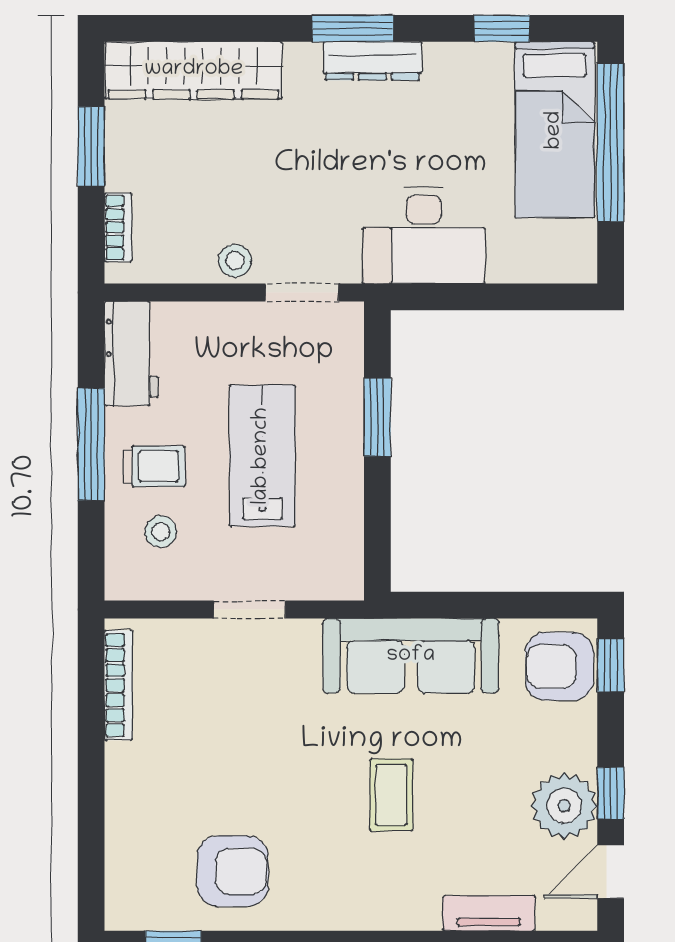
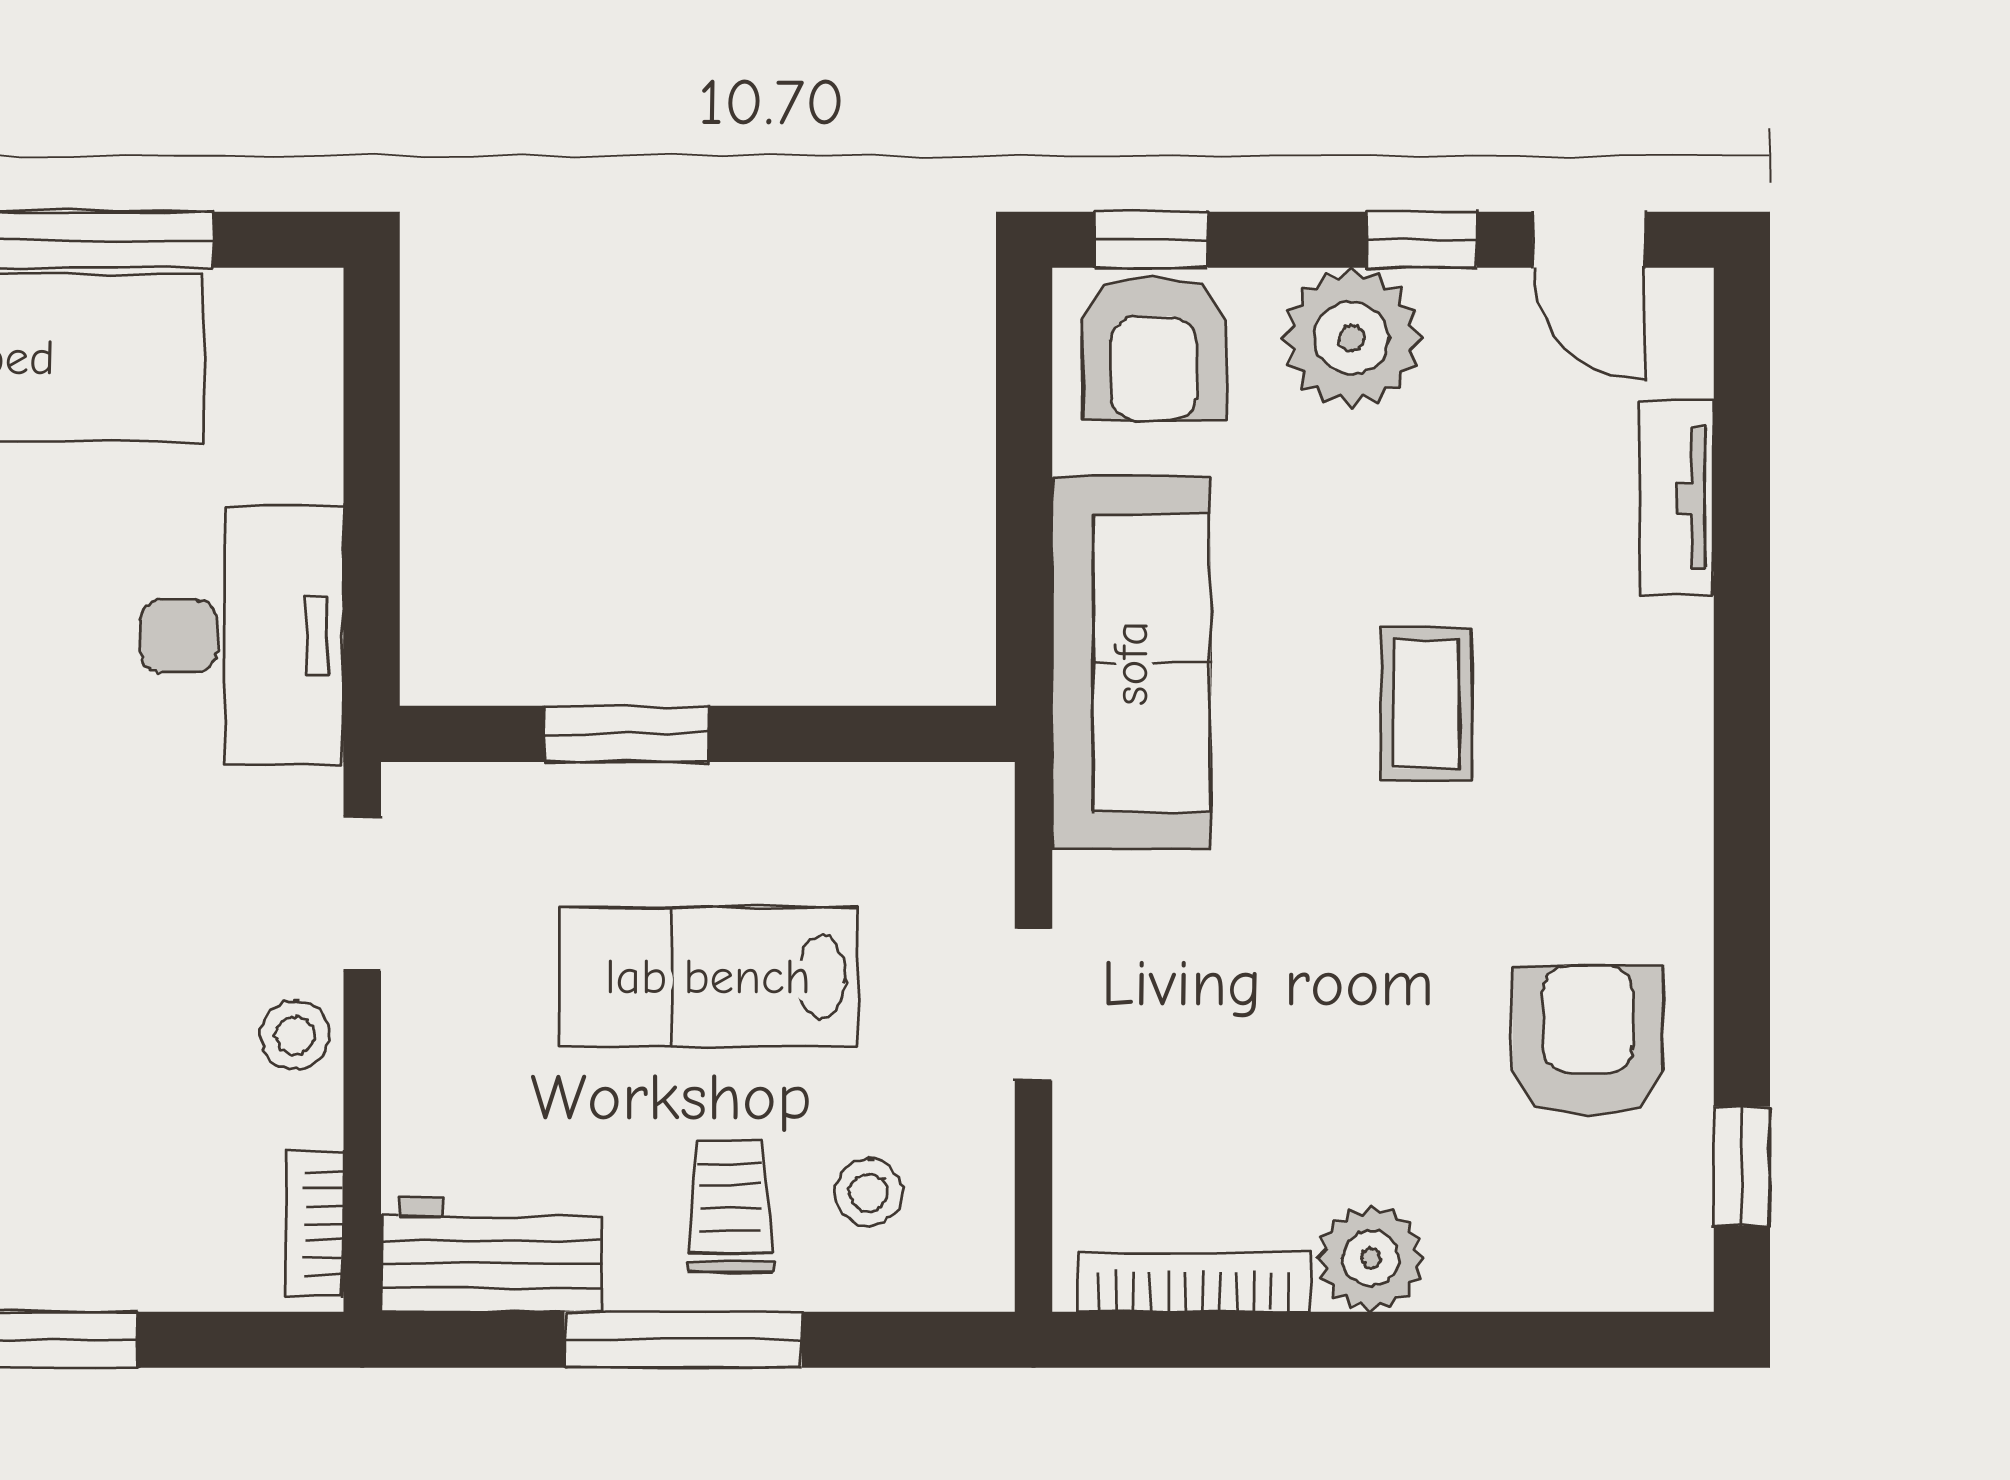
bookcase: (118, 227) -> (315, 1224), moved, turned -90
plant: (130, 769) -> (1371, 1258), added
coffee table: (391, 795) -> (1426, 704), turned 90
plant: (564, 806) -> (1352, 338), moved

